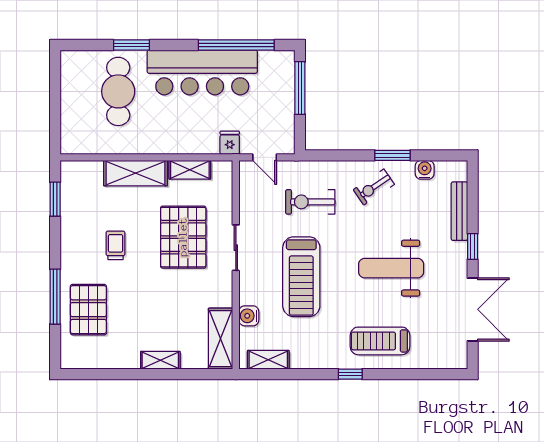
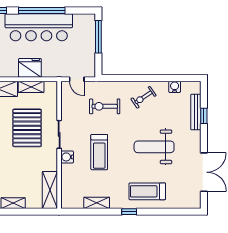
window: (236, 45) -> (42, 10), moved
fridge: (230, 143) -> (30, 68), moved, width x1.88, depth x1.34
window: (392, 155) -> (155, 78), removed
window: (473, 246) -> (204, 116), moved
treadmill: (301, 277) -> (99, 152), width x0.73, depth x0.73
water cooler: (249, 316) -> (67, 157), moved
shelving: (268, 360) -> (97, 203), moved

